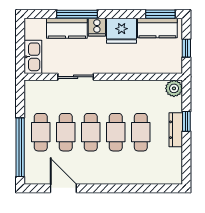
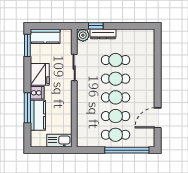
kitchen counter: (157, 28) -> (45, 36), moved, turned 90
window: (186, 48) -> (53, 26), removed
sliding door: (76, 77) -> (74, 68), moved
window: (186, 121) -> (96, 26), moved
dresser: (176, 130) -> (103, 34), moved

